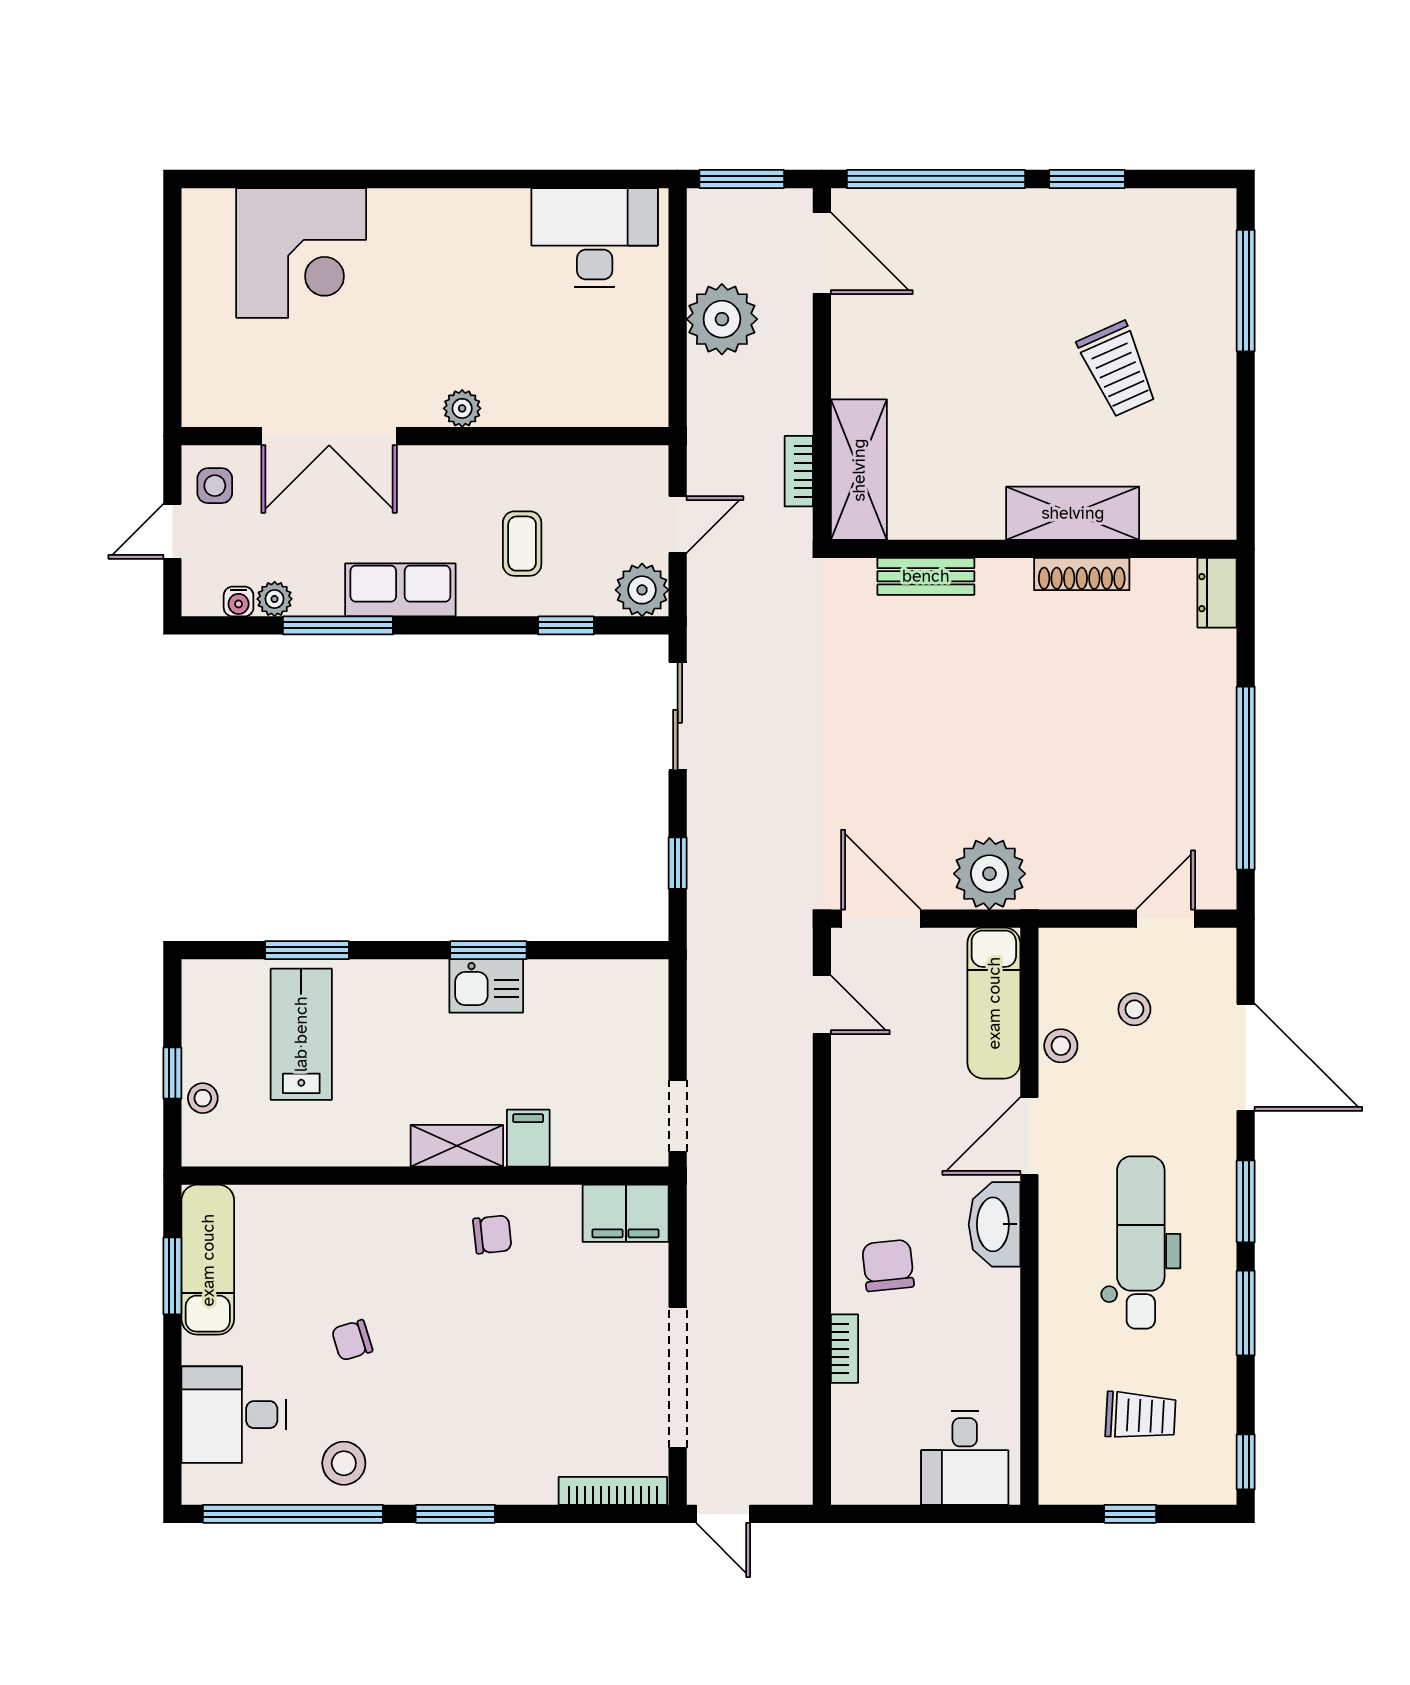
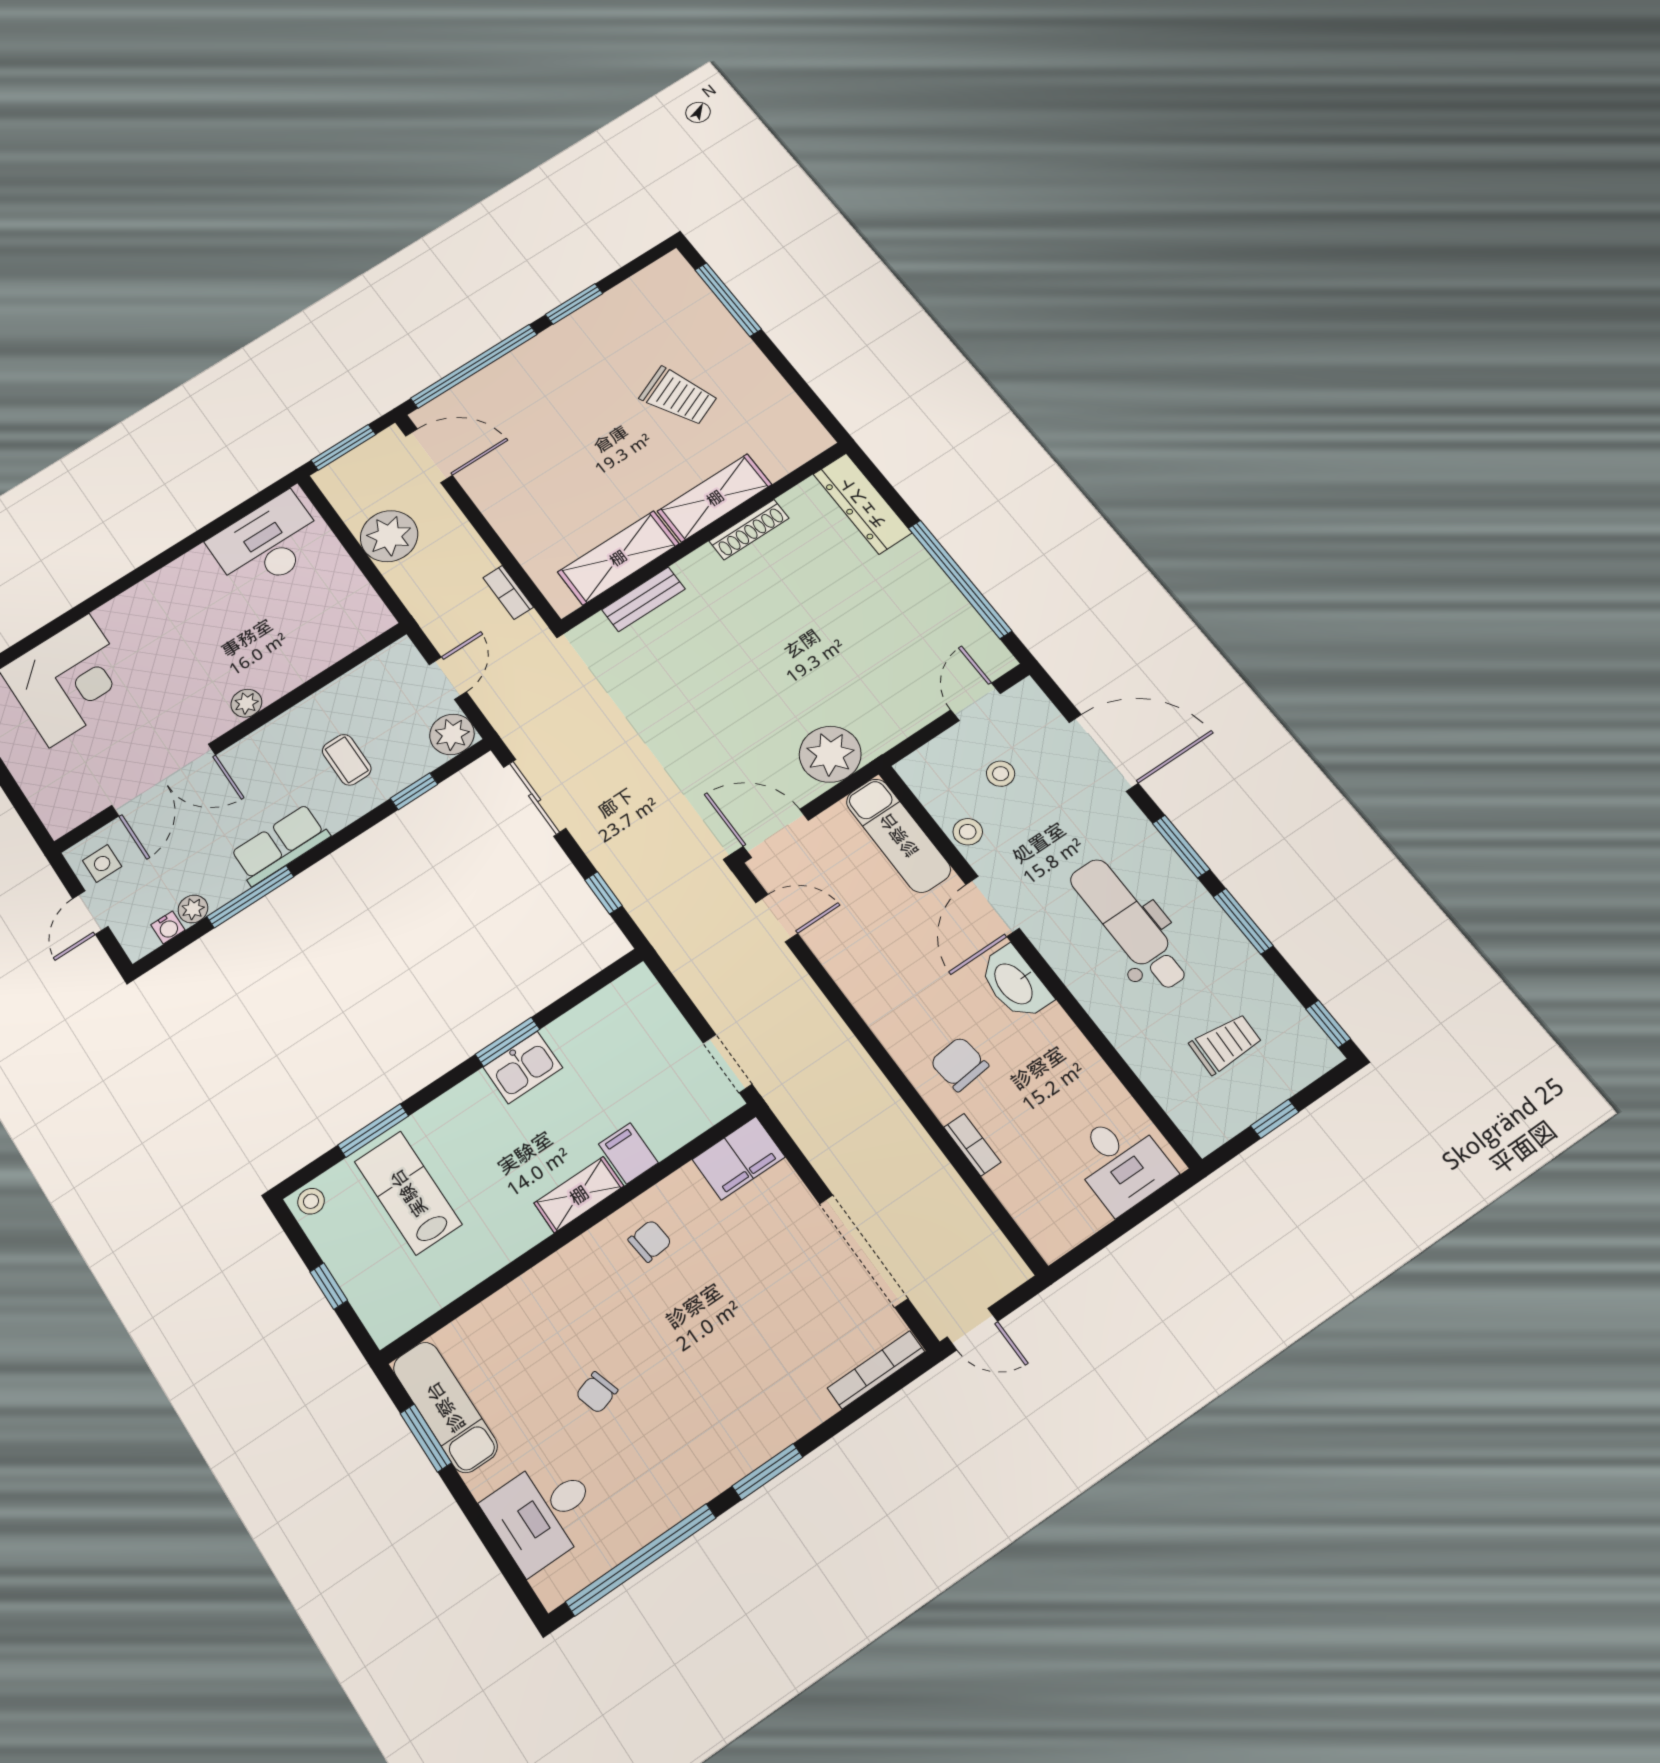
shelving: (859, 470) -> (618, 558), moved, turned 90
dresser: (1217, 593) -> (862, 503), width x1.96, depth x1.24
stool: (203, 1098) -> (311, 1201), moved
stool: (344, 1463) -> (654, 1492), removed

